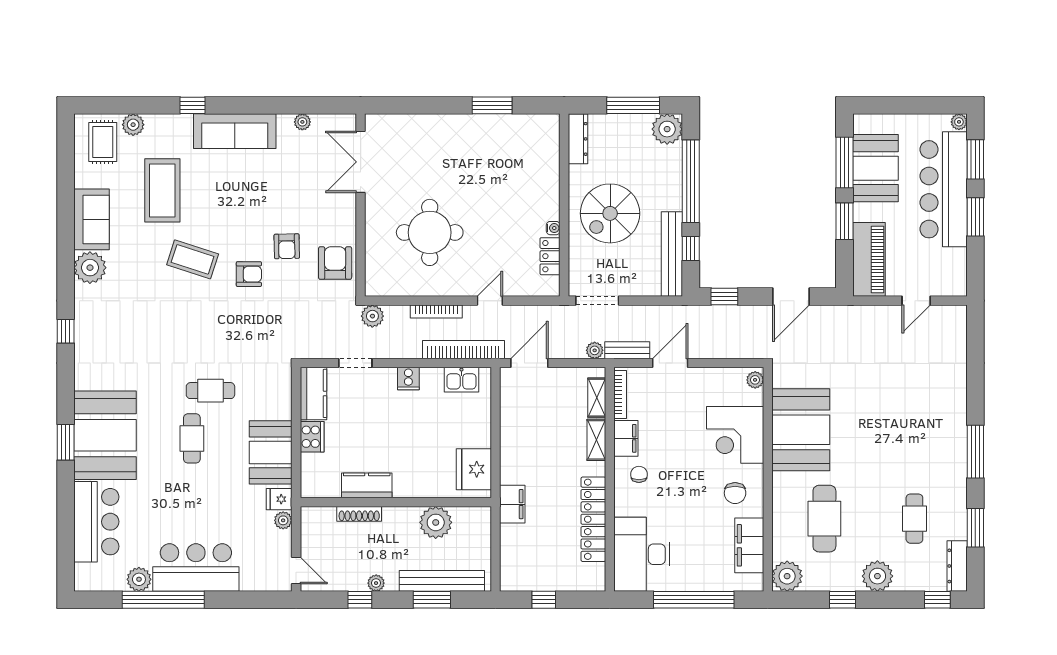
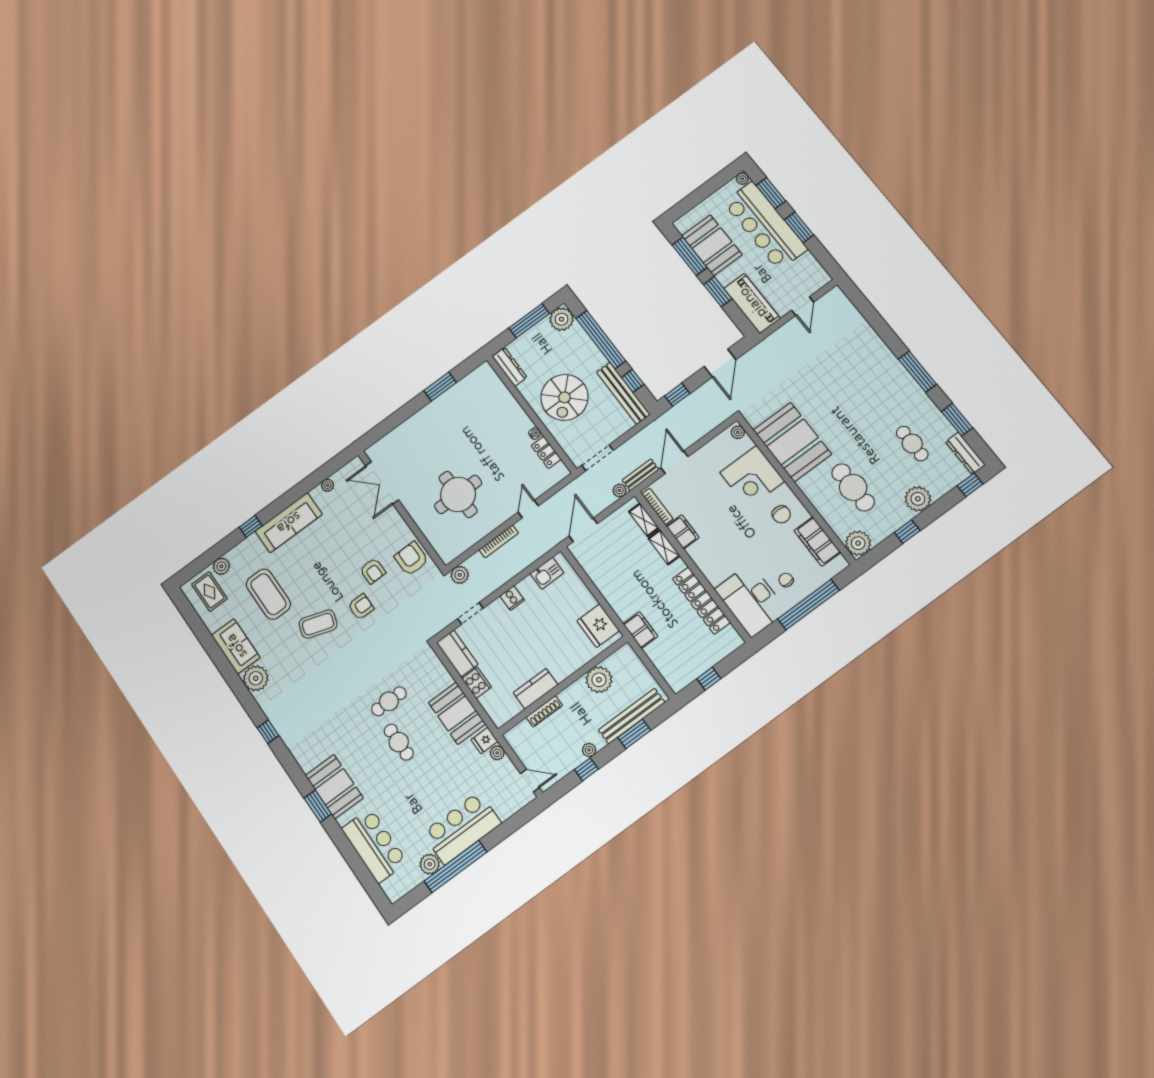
bookcase: (463, 350) -> (534, 553), removed
booth: (105, 435) -> (334, 787), width x0.73, depth x0.70
chair: (639, 474) -> (786, 580), moved

